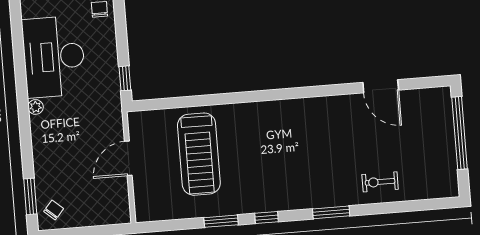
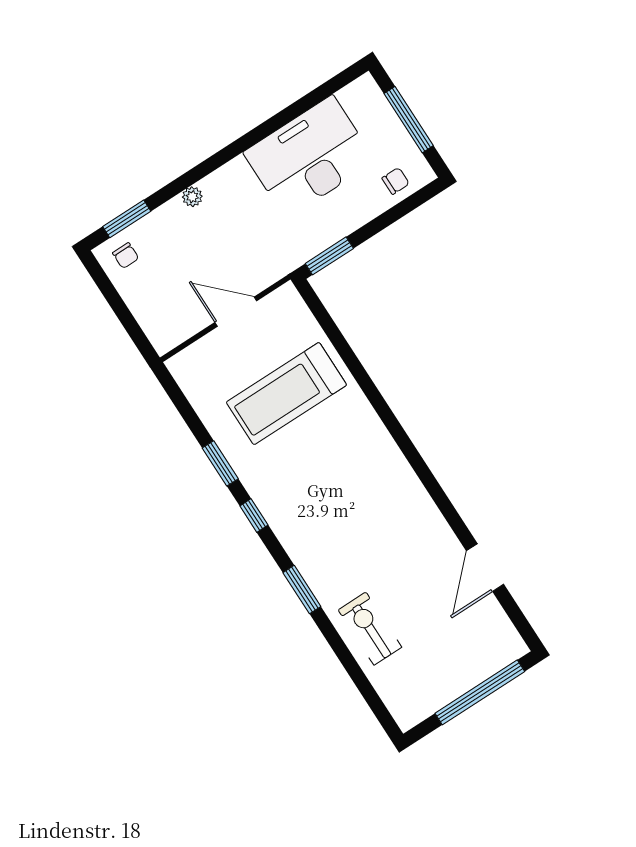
window: (125, 78) -> (329, 256), width x1.50
plant: (36, 107) -> (192, 197), moved
exercise bike: (380, 182) -> (370, 629), width x1.38, depth x1.39
chair: (54, 210) -> (126, 256), turned 49

